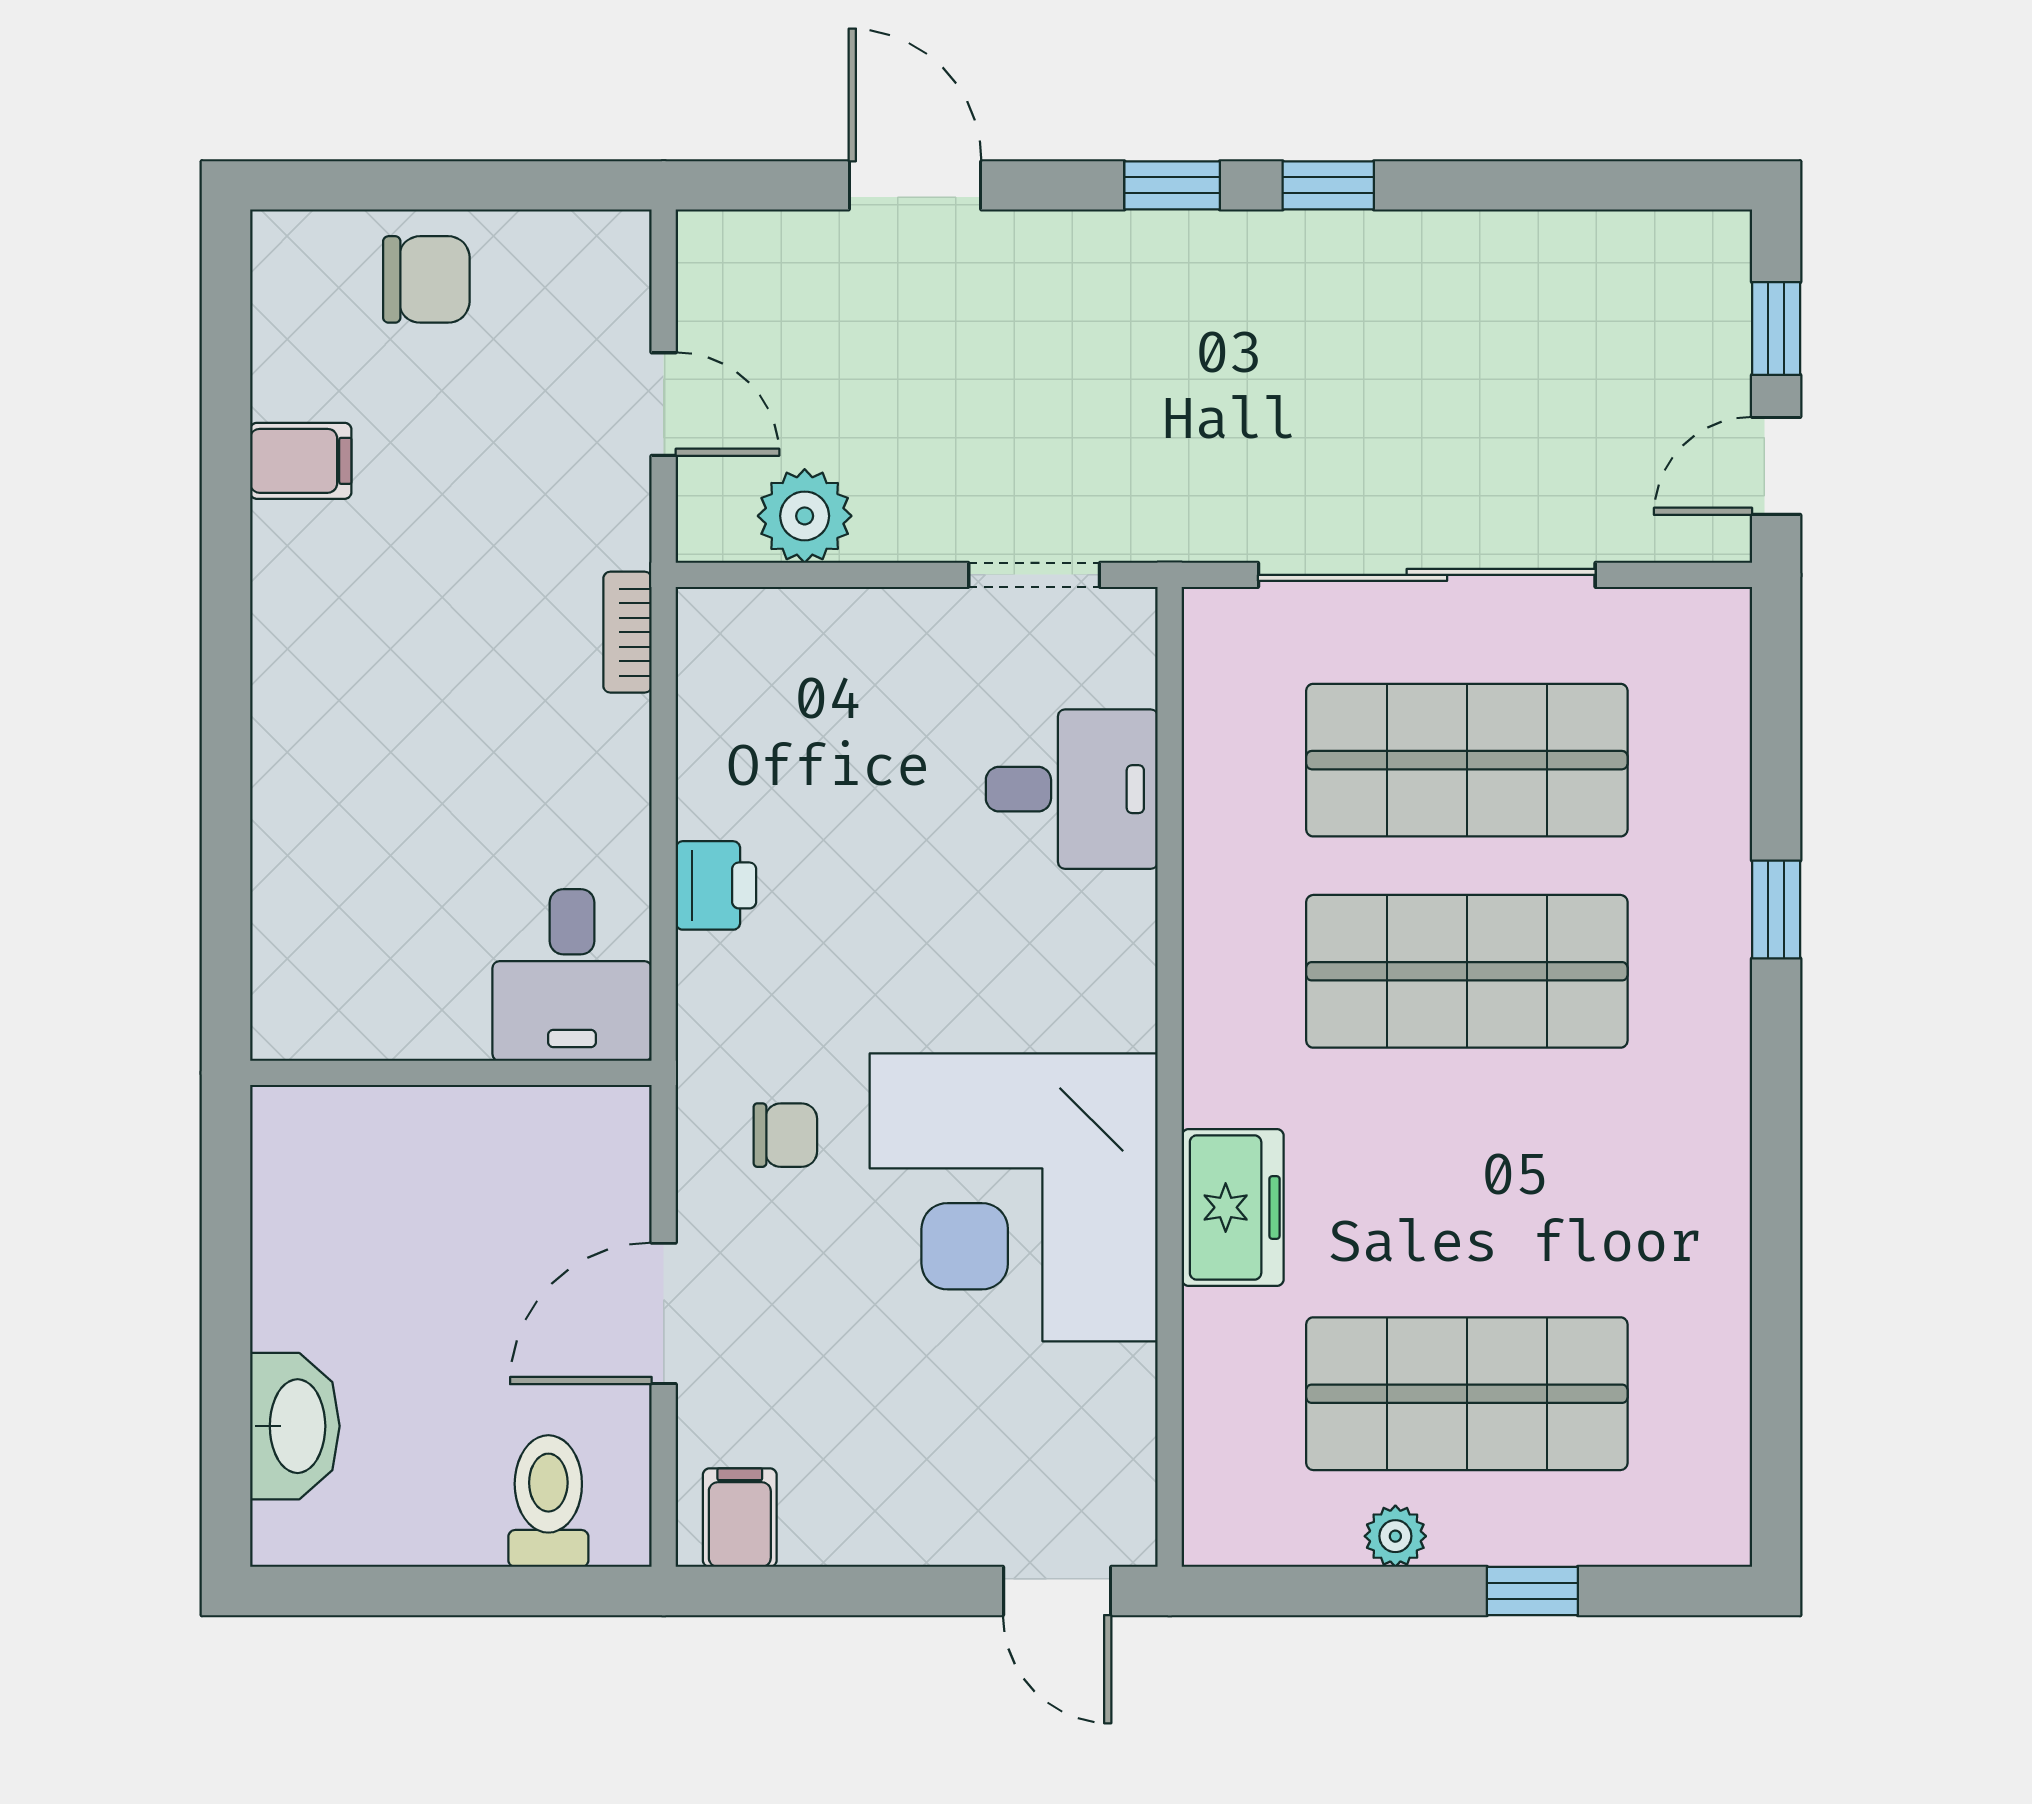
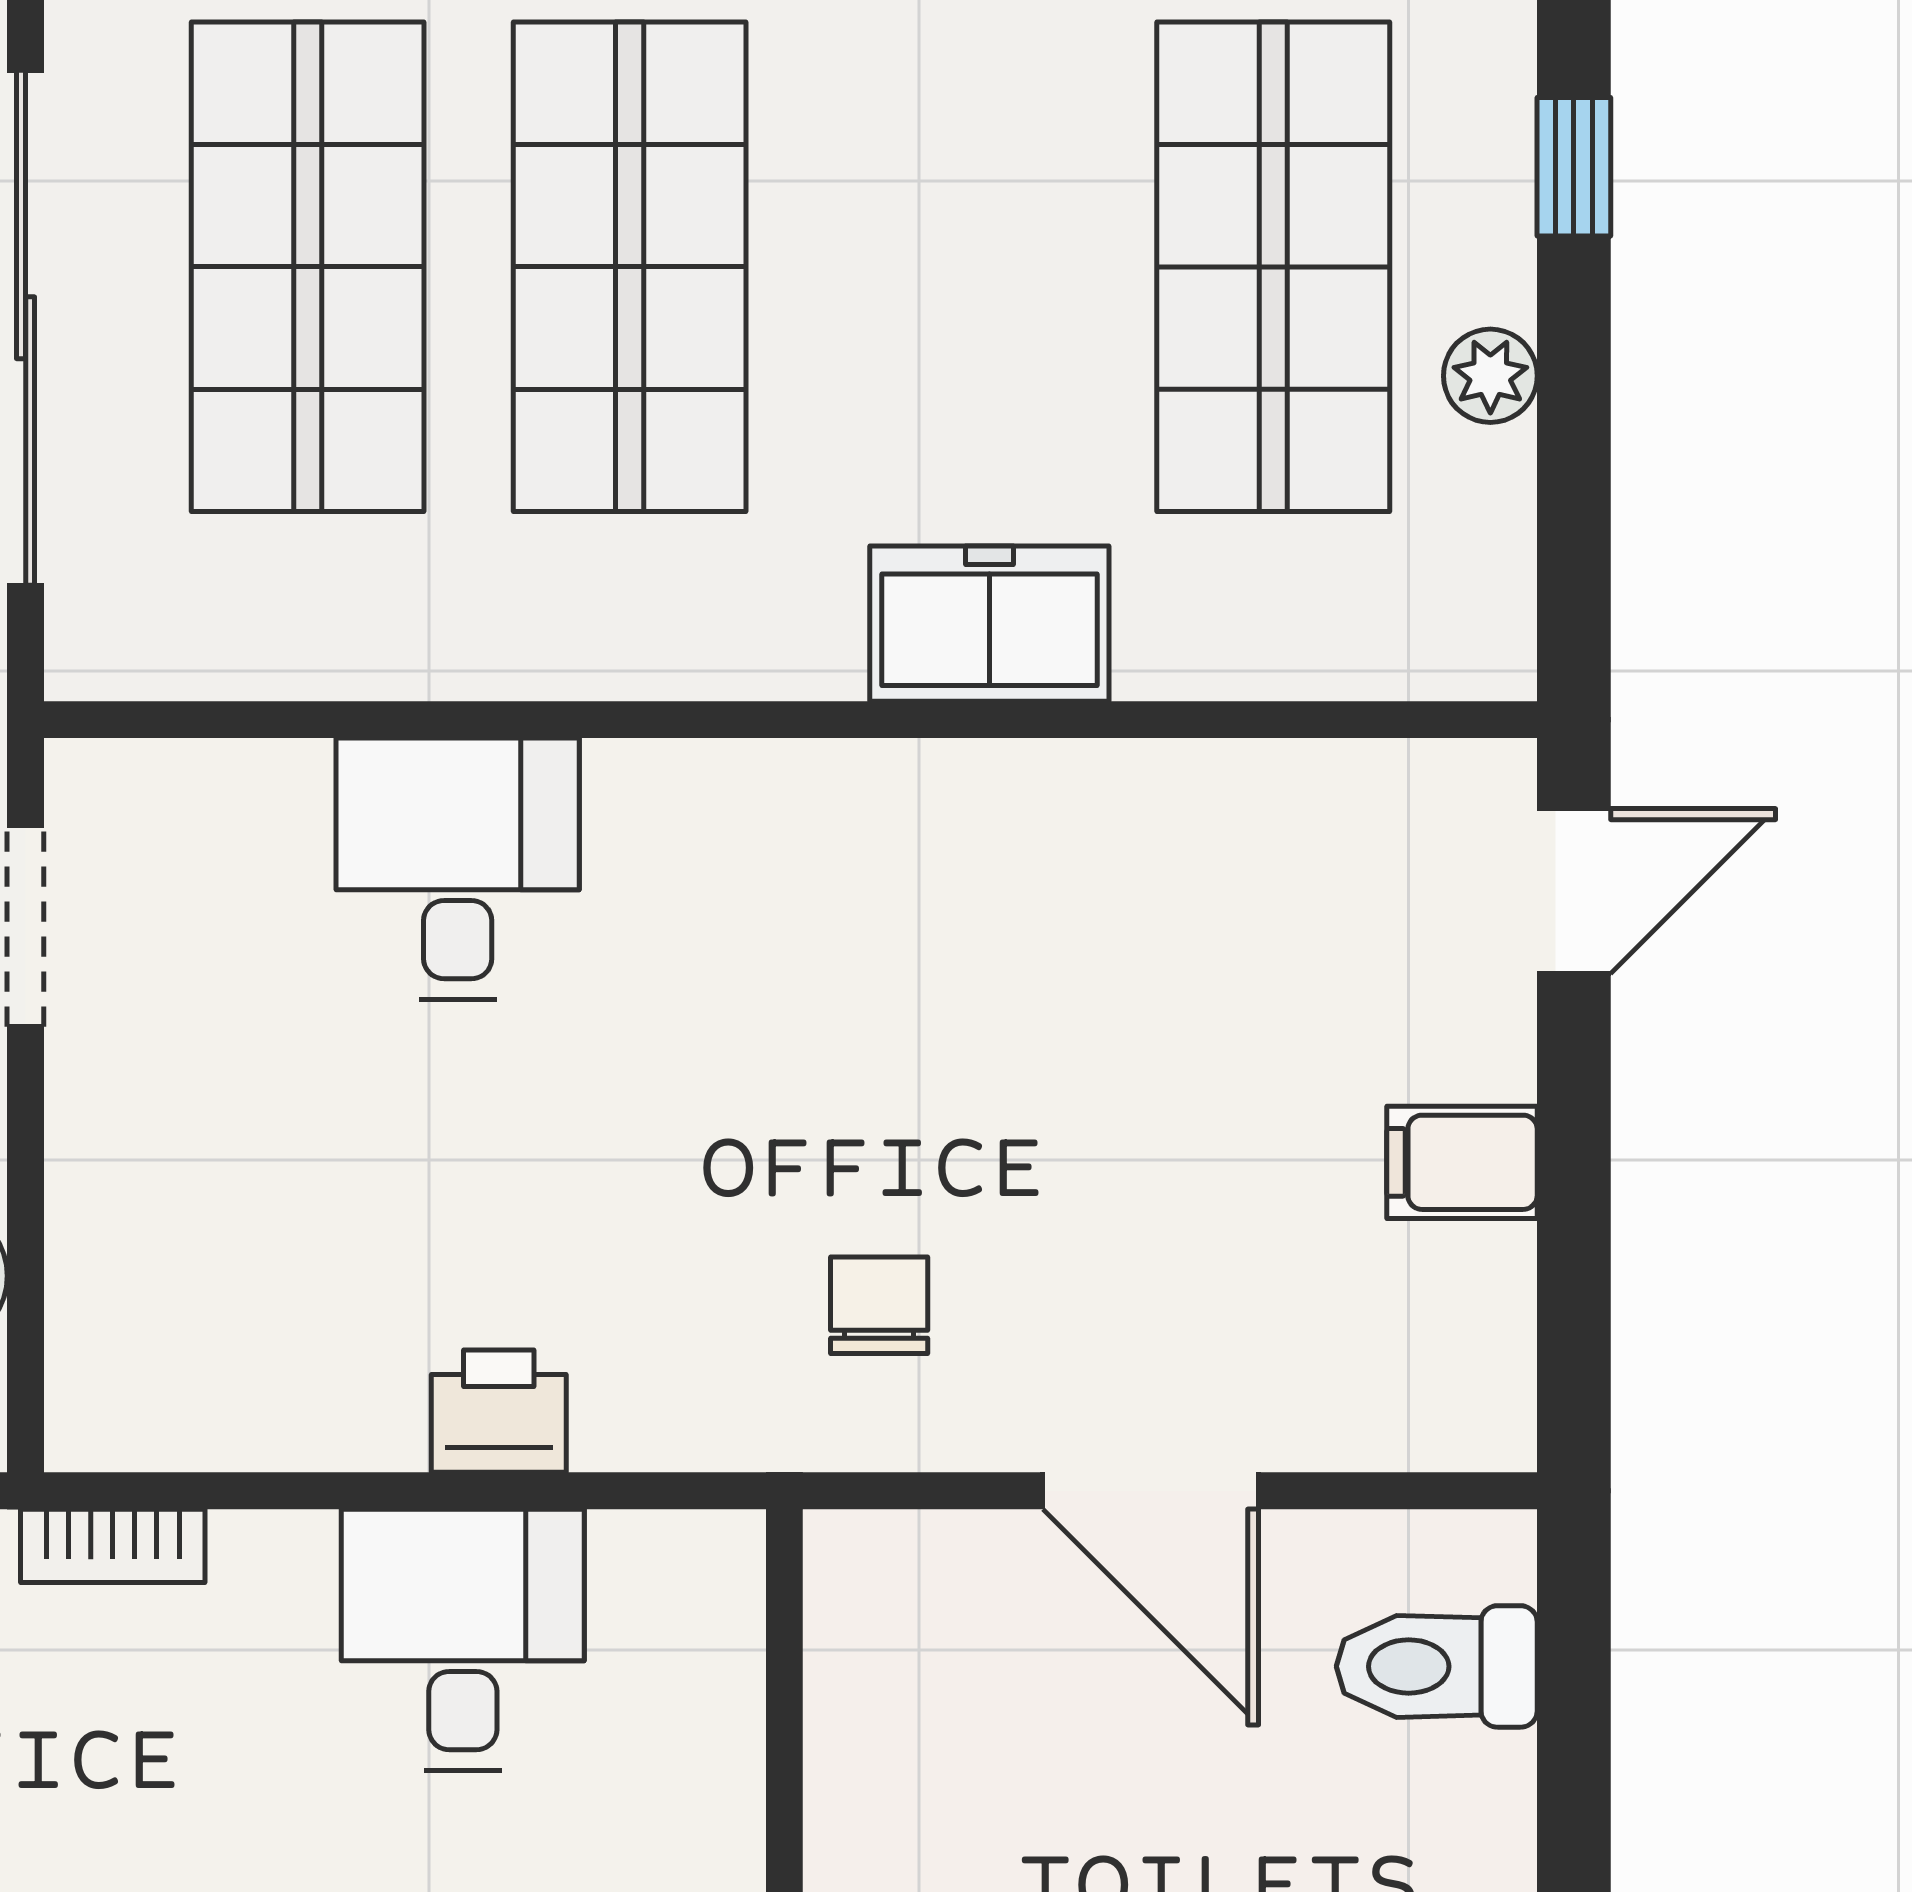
desk: (1072, 789) -> (458, 869), moved
desk: (572, 975) -> (463, 1640), moved, turned -90
corner desk: (1014, 1197) -> (974, 957), removed
filing cabinet: (740, 1518) -> (1462, 1162), moved

